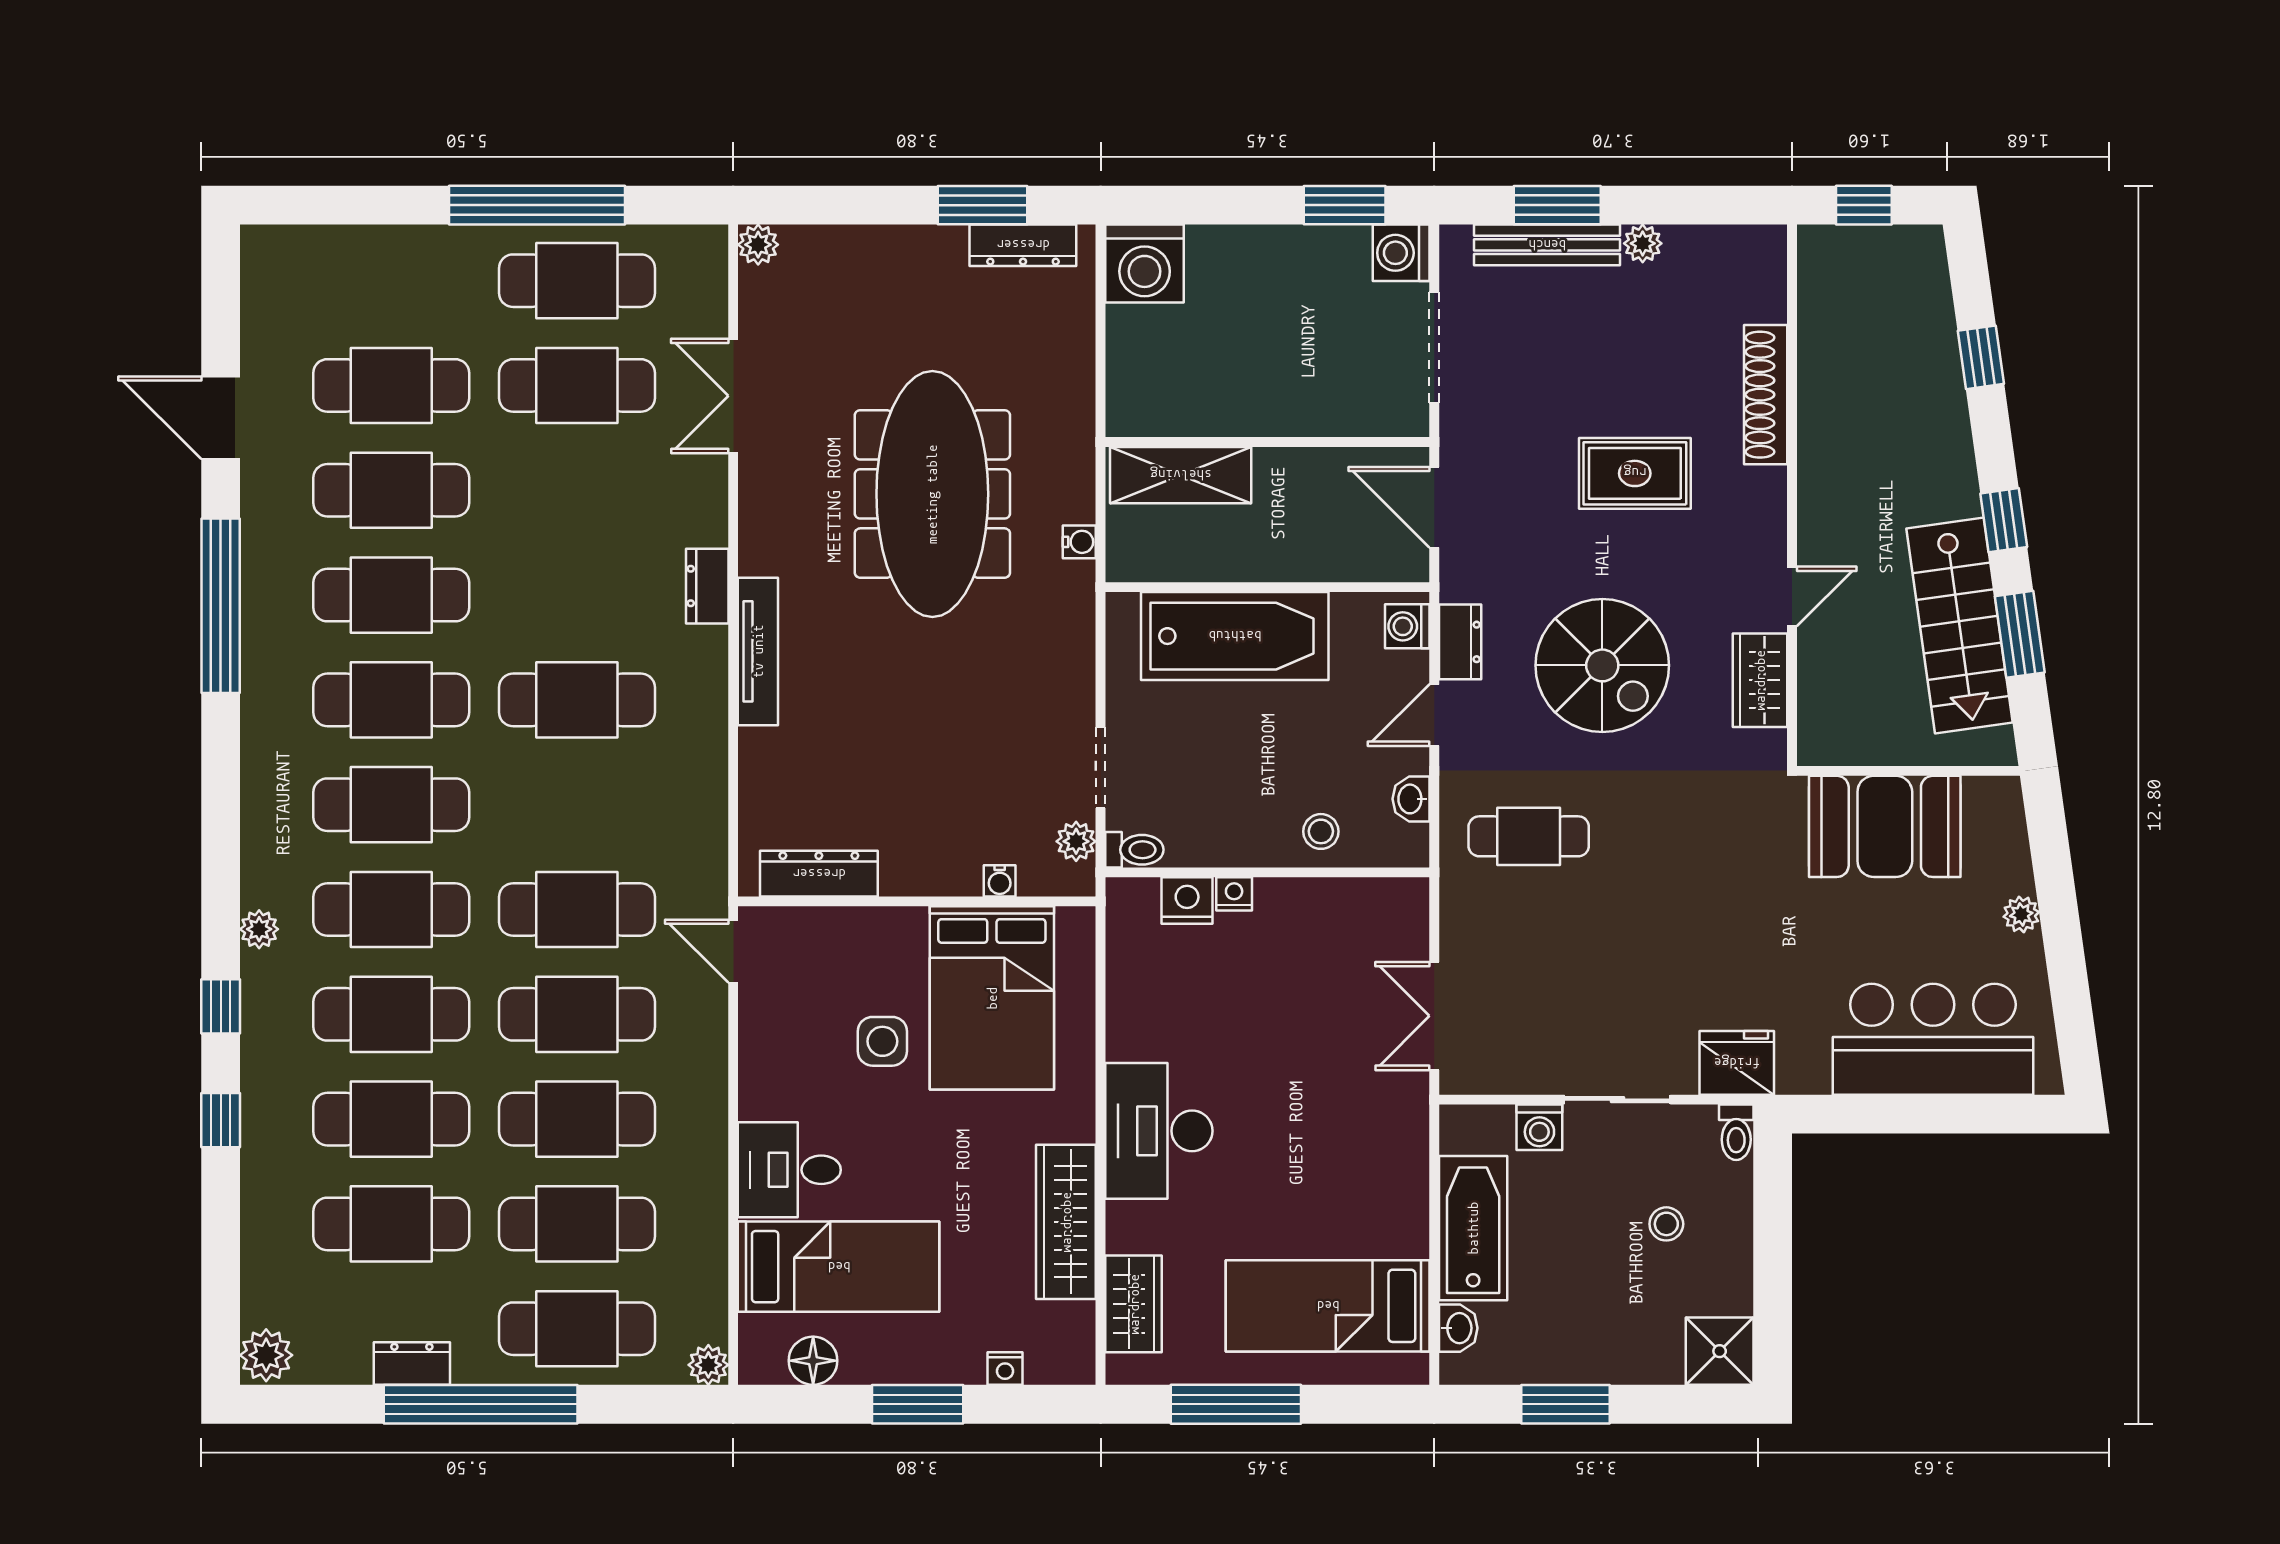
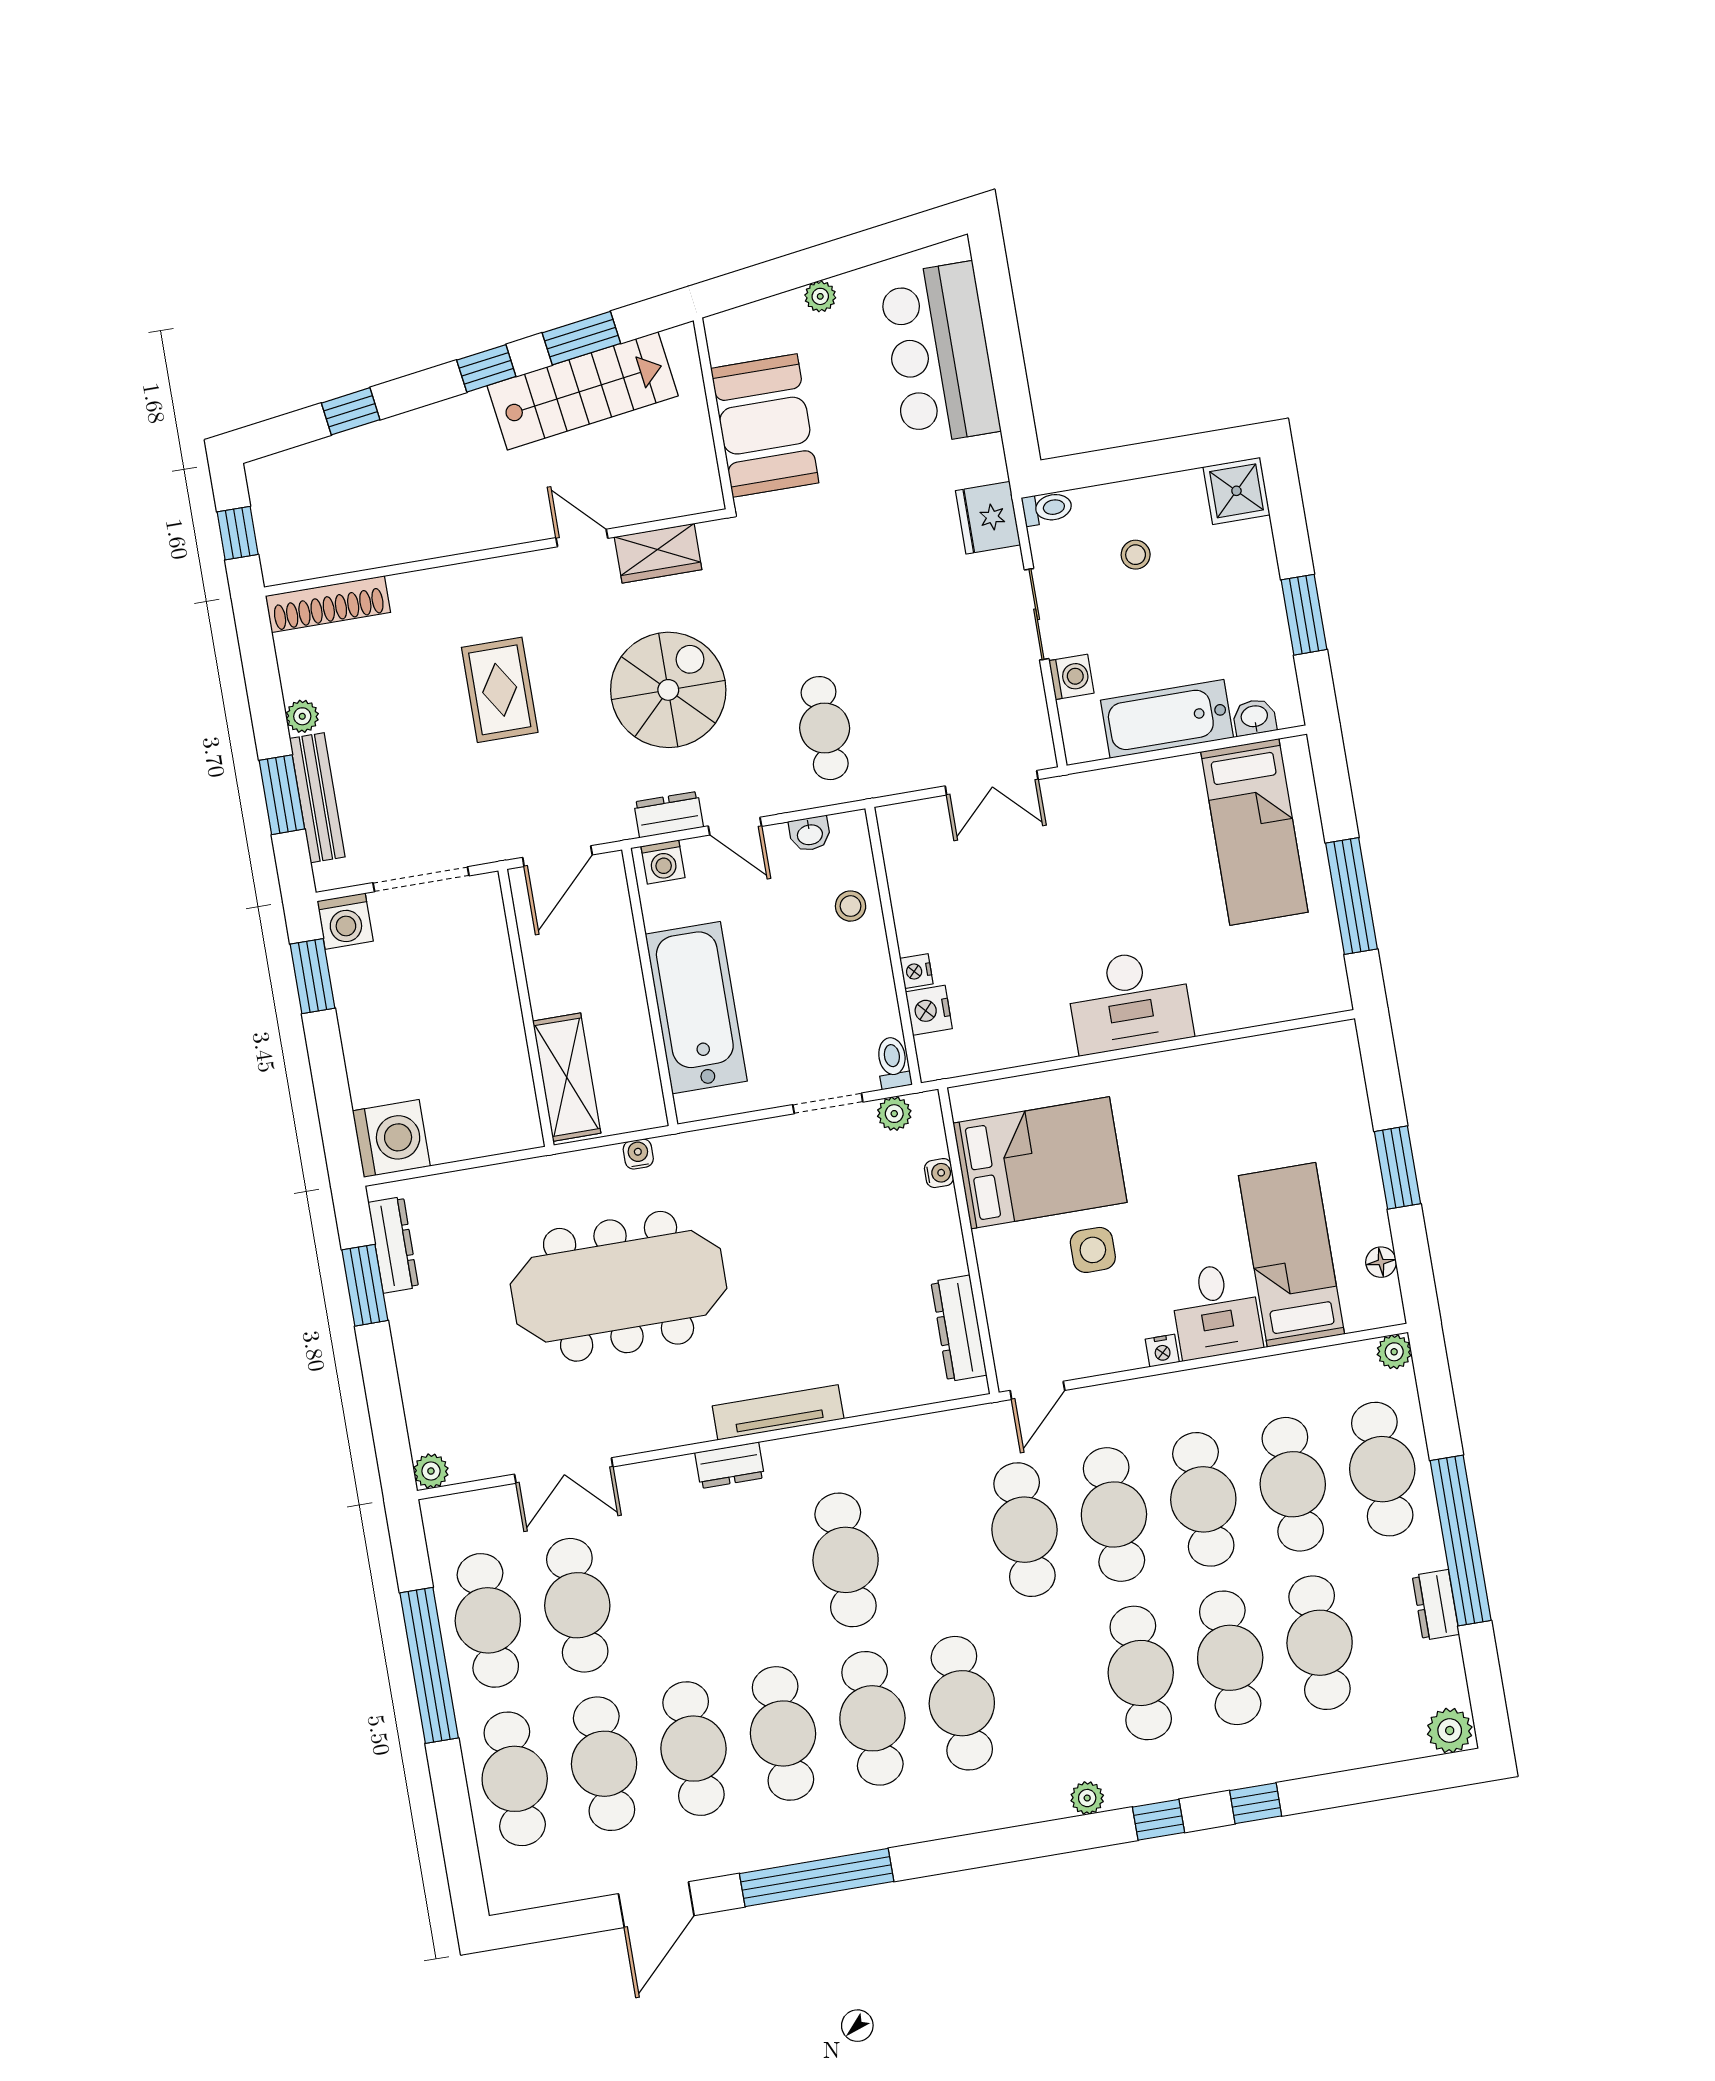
shoe rack: (1766, 395) -> (328, 604), moved
cafe table: (391, 909) -> (515, 1779), moved
wardrobe: (1066, 1222) -> (1220, 1067), removed
wardrobe: (1134, 1304) -> (1281, 998), removed
floor lamp: (813, 1361) -> (1381, 1262), width x0.73, depth x0.73
nightstand: (1005, 1369) -> (1162, 1351), moved, turned 90

